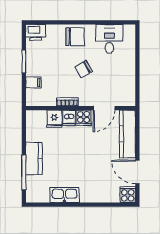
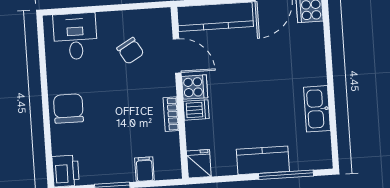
desk: (109, 39) -> (75, 36), moved, turned 90
chair: (84, 69) -> (130, 51), moved
fridge: (54, 119) -> (199, 164), moved, turned -90

